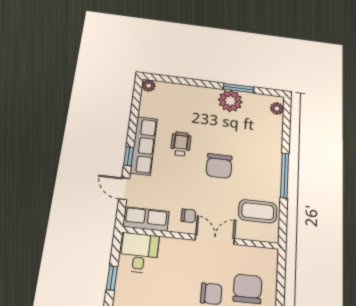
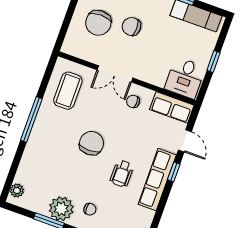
chair: (203, 106) -> (90, 209), added
coffee table: (258, 211) -> (68, 91), turned 90

